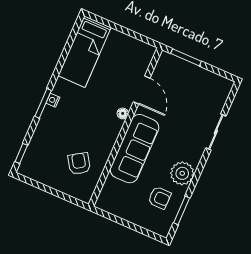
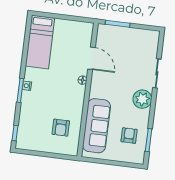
sofa: (134, 149) -> (97, 126), moved
armchair: (79, 164) -> (61, 128), turned -147
plant: (182, 173) -> (142, 99), moved
armchair: (159, 198) -> (129, 135), turned -90

